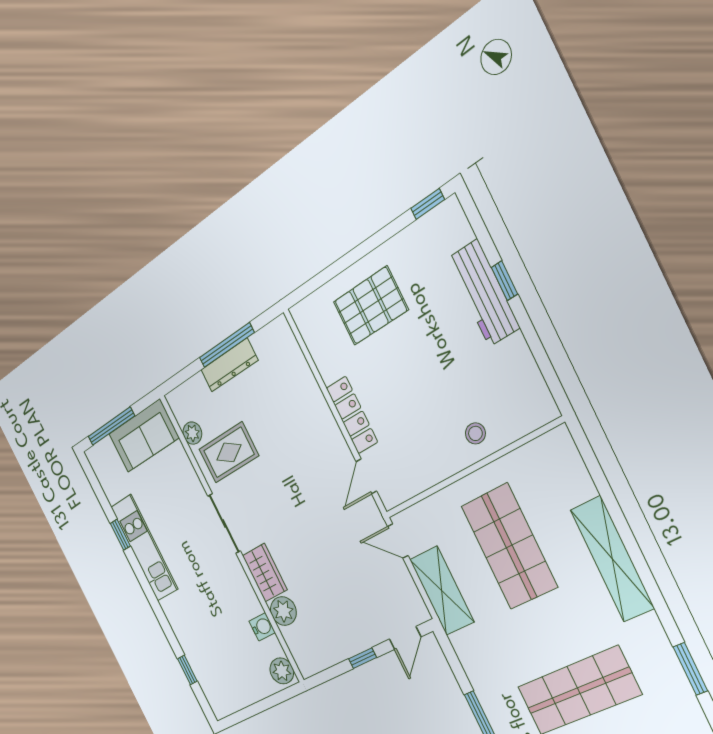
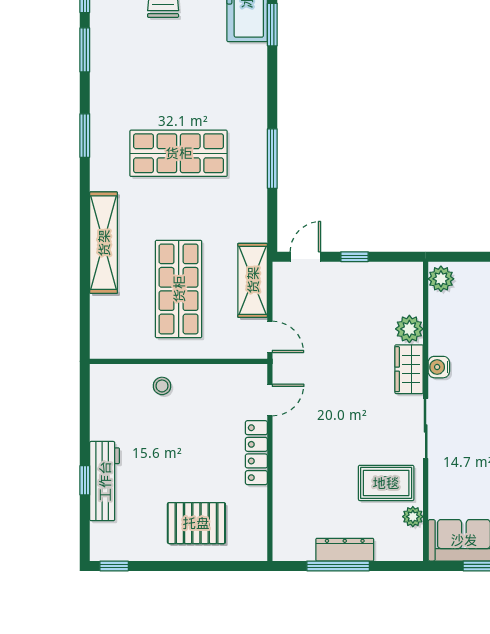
water cooler: (262, 627) -> (439, 367), moved

